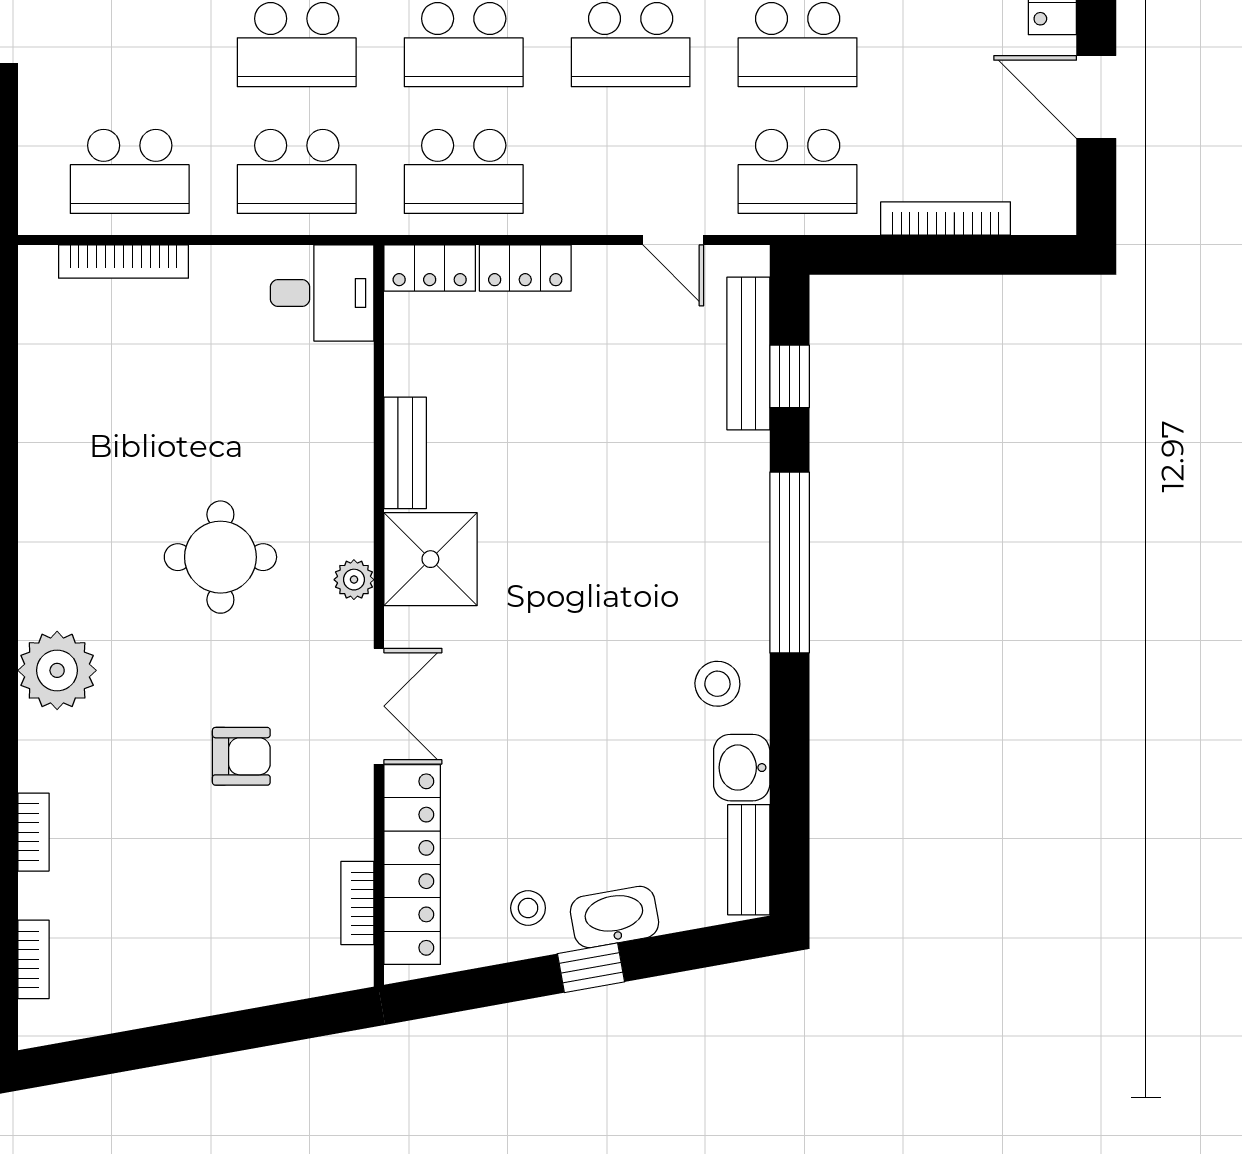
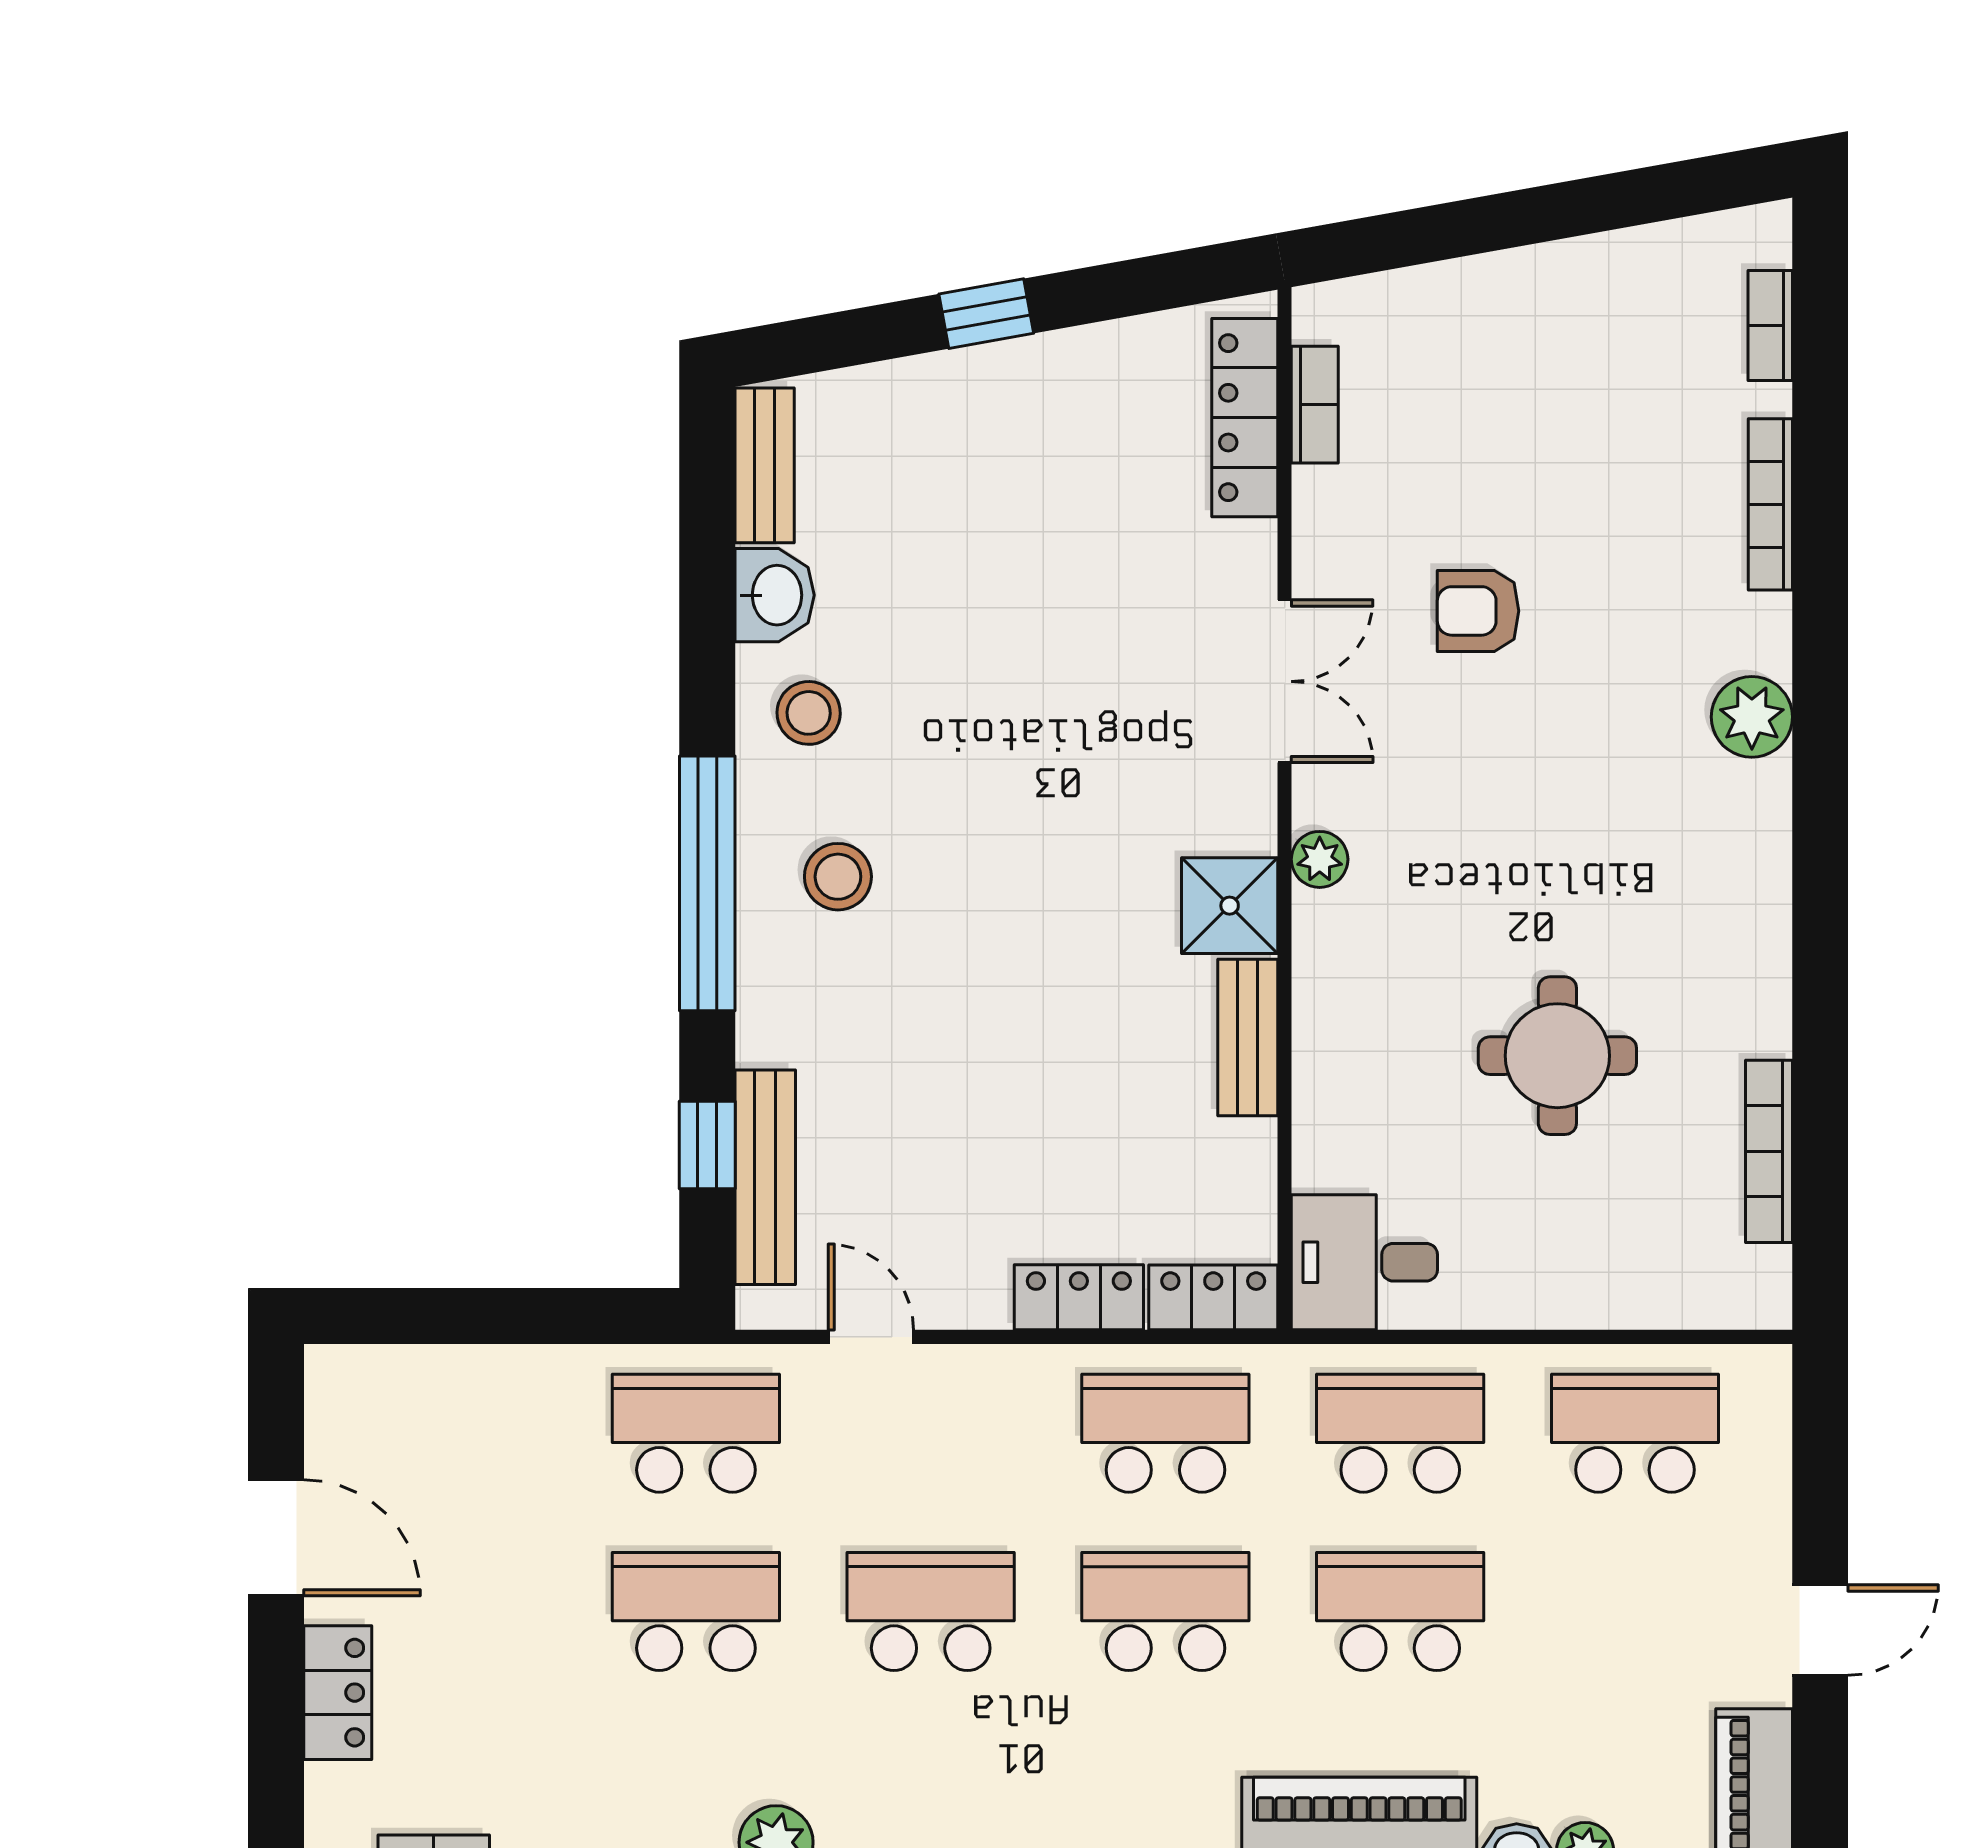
bookcase: (946, 218) -> (488, 1367), removed
bookcase: (124, 262) -> (1769, 1151), moved, turned -90
round table: (220, 557) -> (1557, 1056), moved
shower: (430, 559) -> (1230, 906), width x0.73, depth x0.73
plant: (57, 670) -> (1752, 717), width x0.73, depth x0.73
double door: (379, 706) -> (1285, 681), swing flipped
bookcase: (33, 832) -> (1770, 504), width x1.56
locker: (412, 865) -> (1245, 418), width x0.71, depth x0.83
stool: (528, 908) -> (838, 877), moved, width x1.37, depth x1.37
washbasin: (615, 917) -> (953, 385), removed

